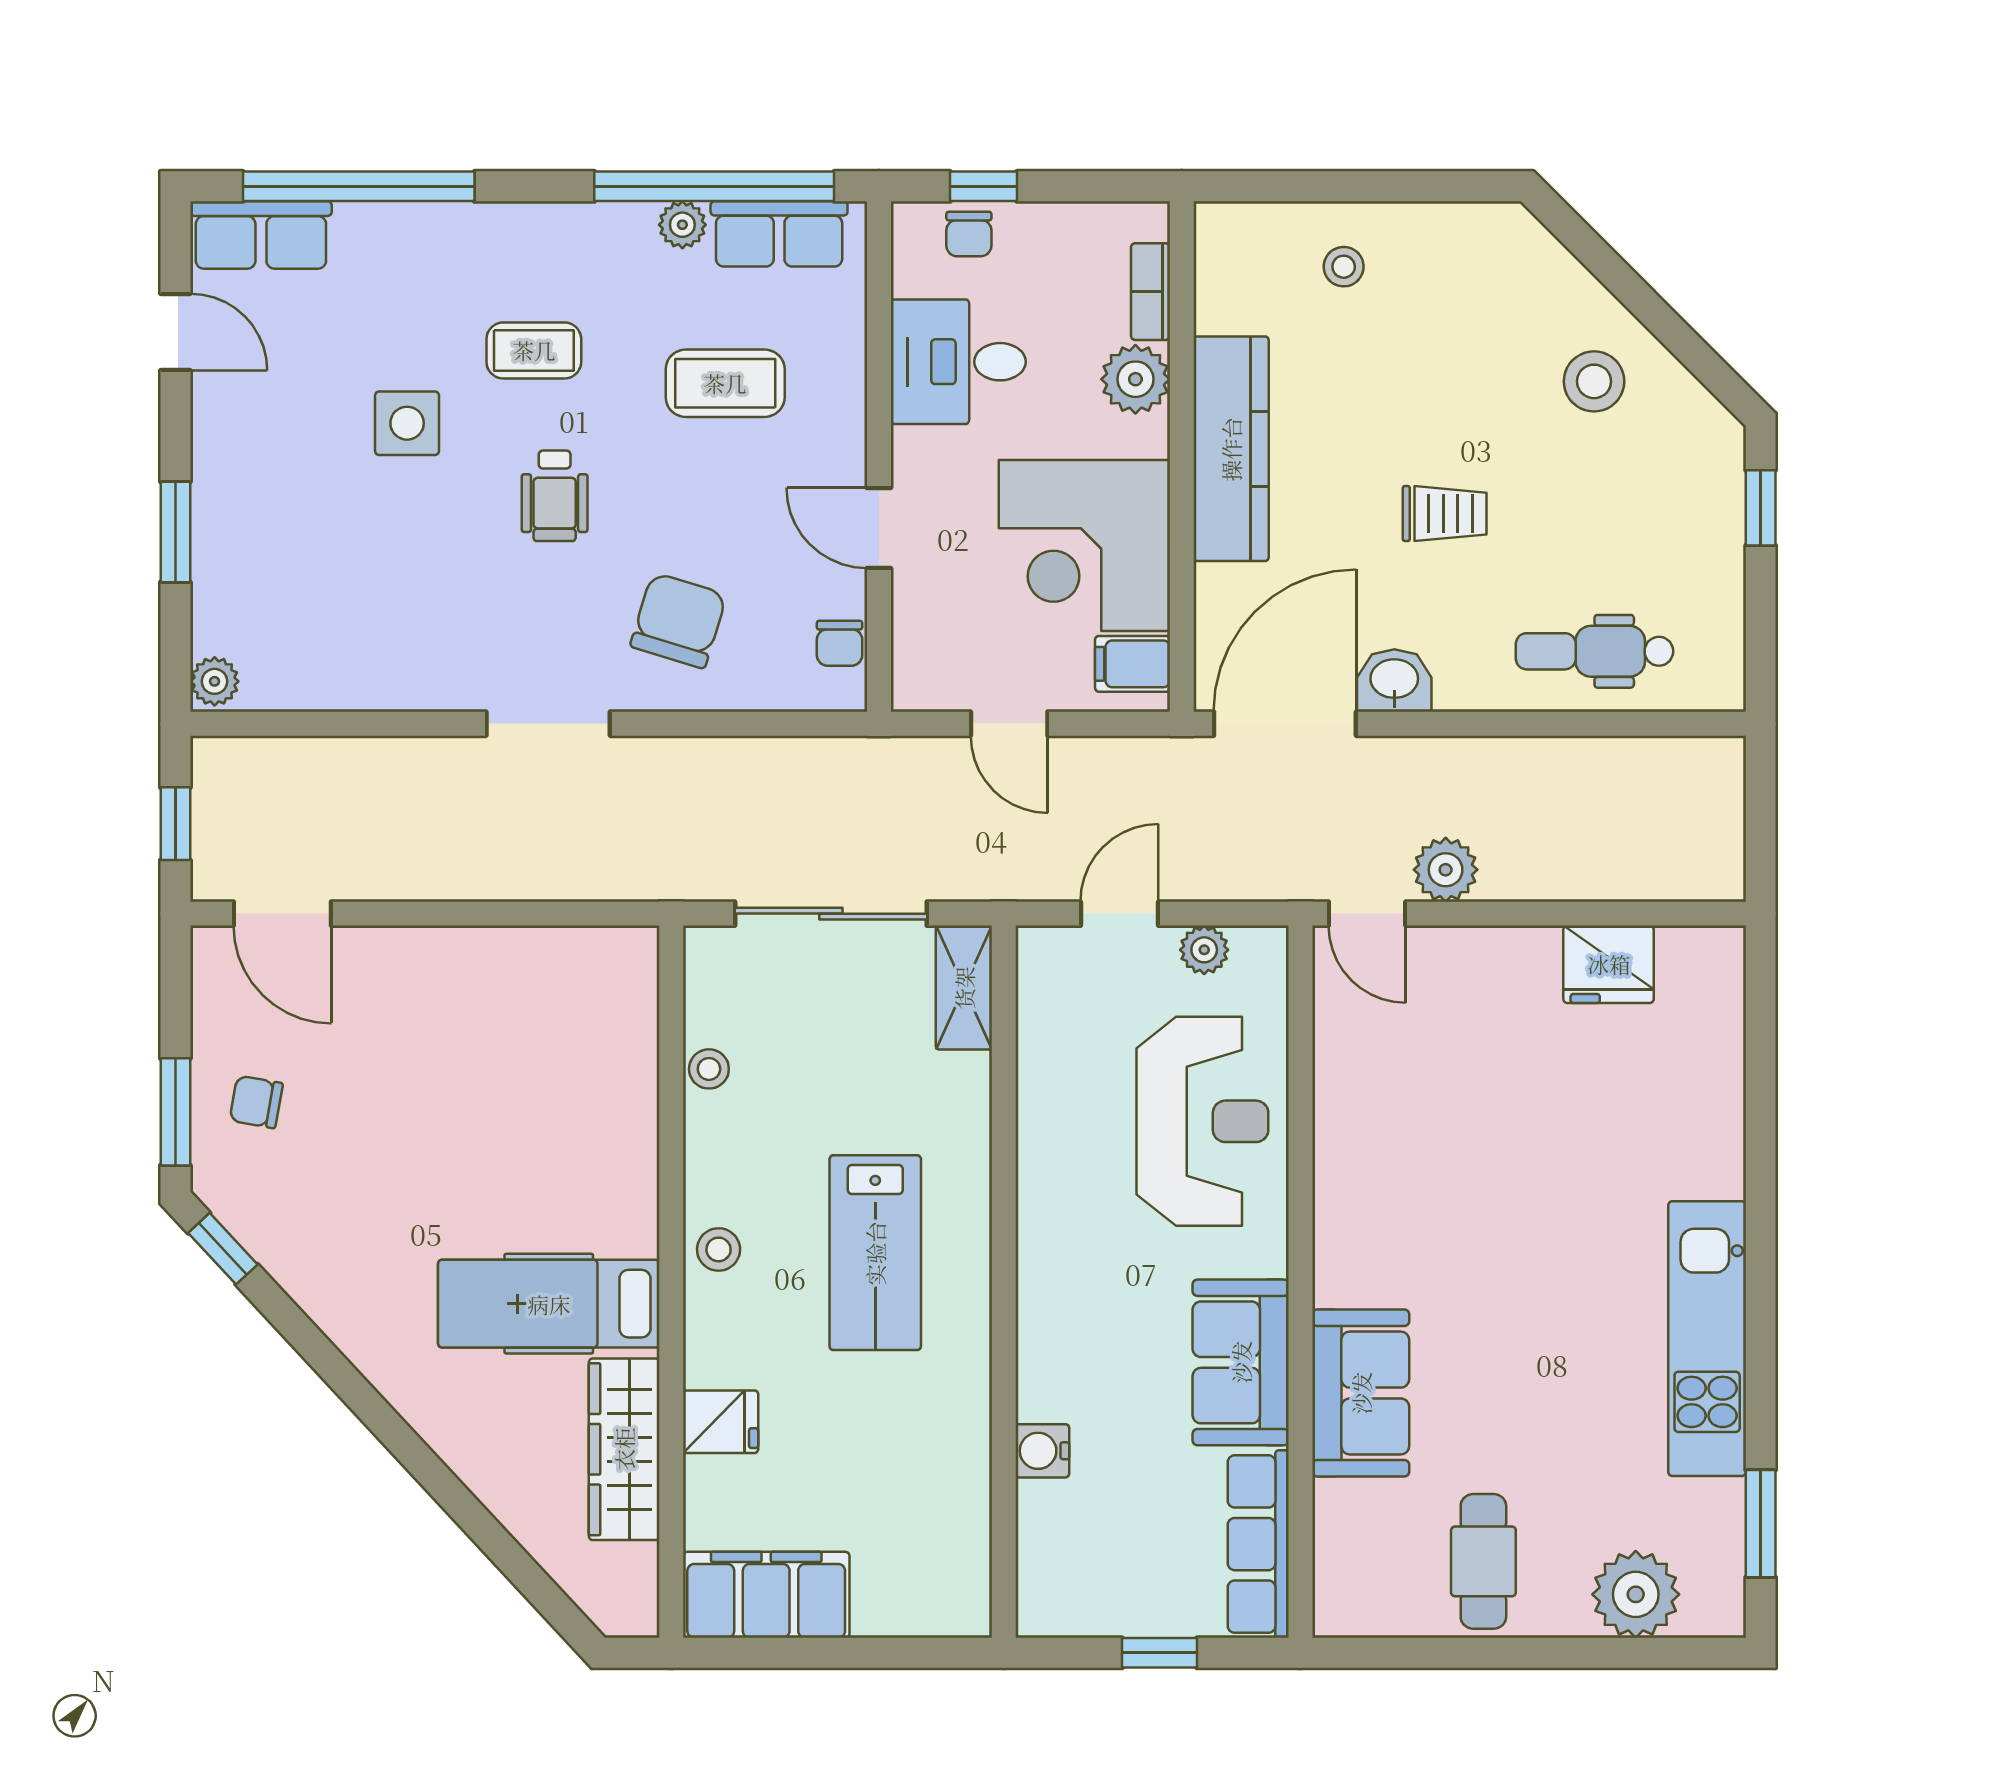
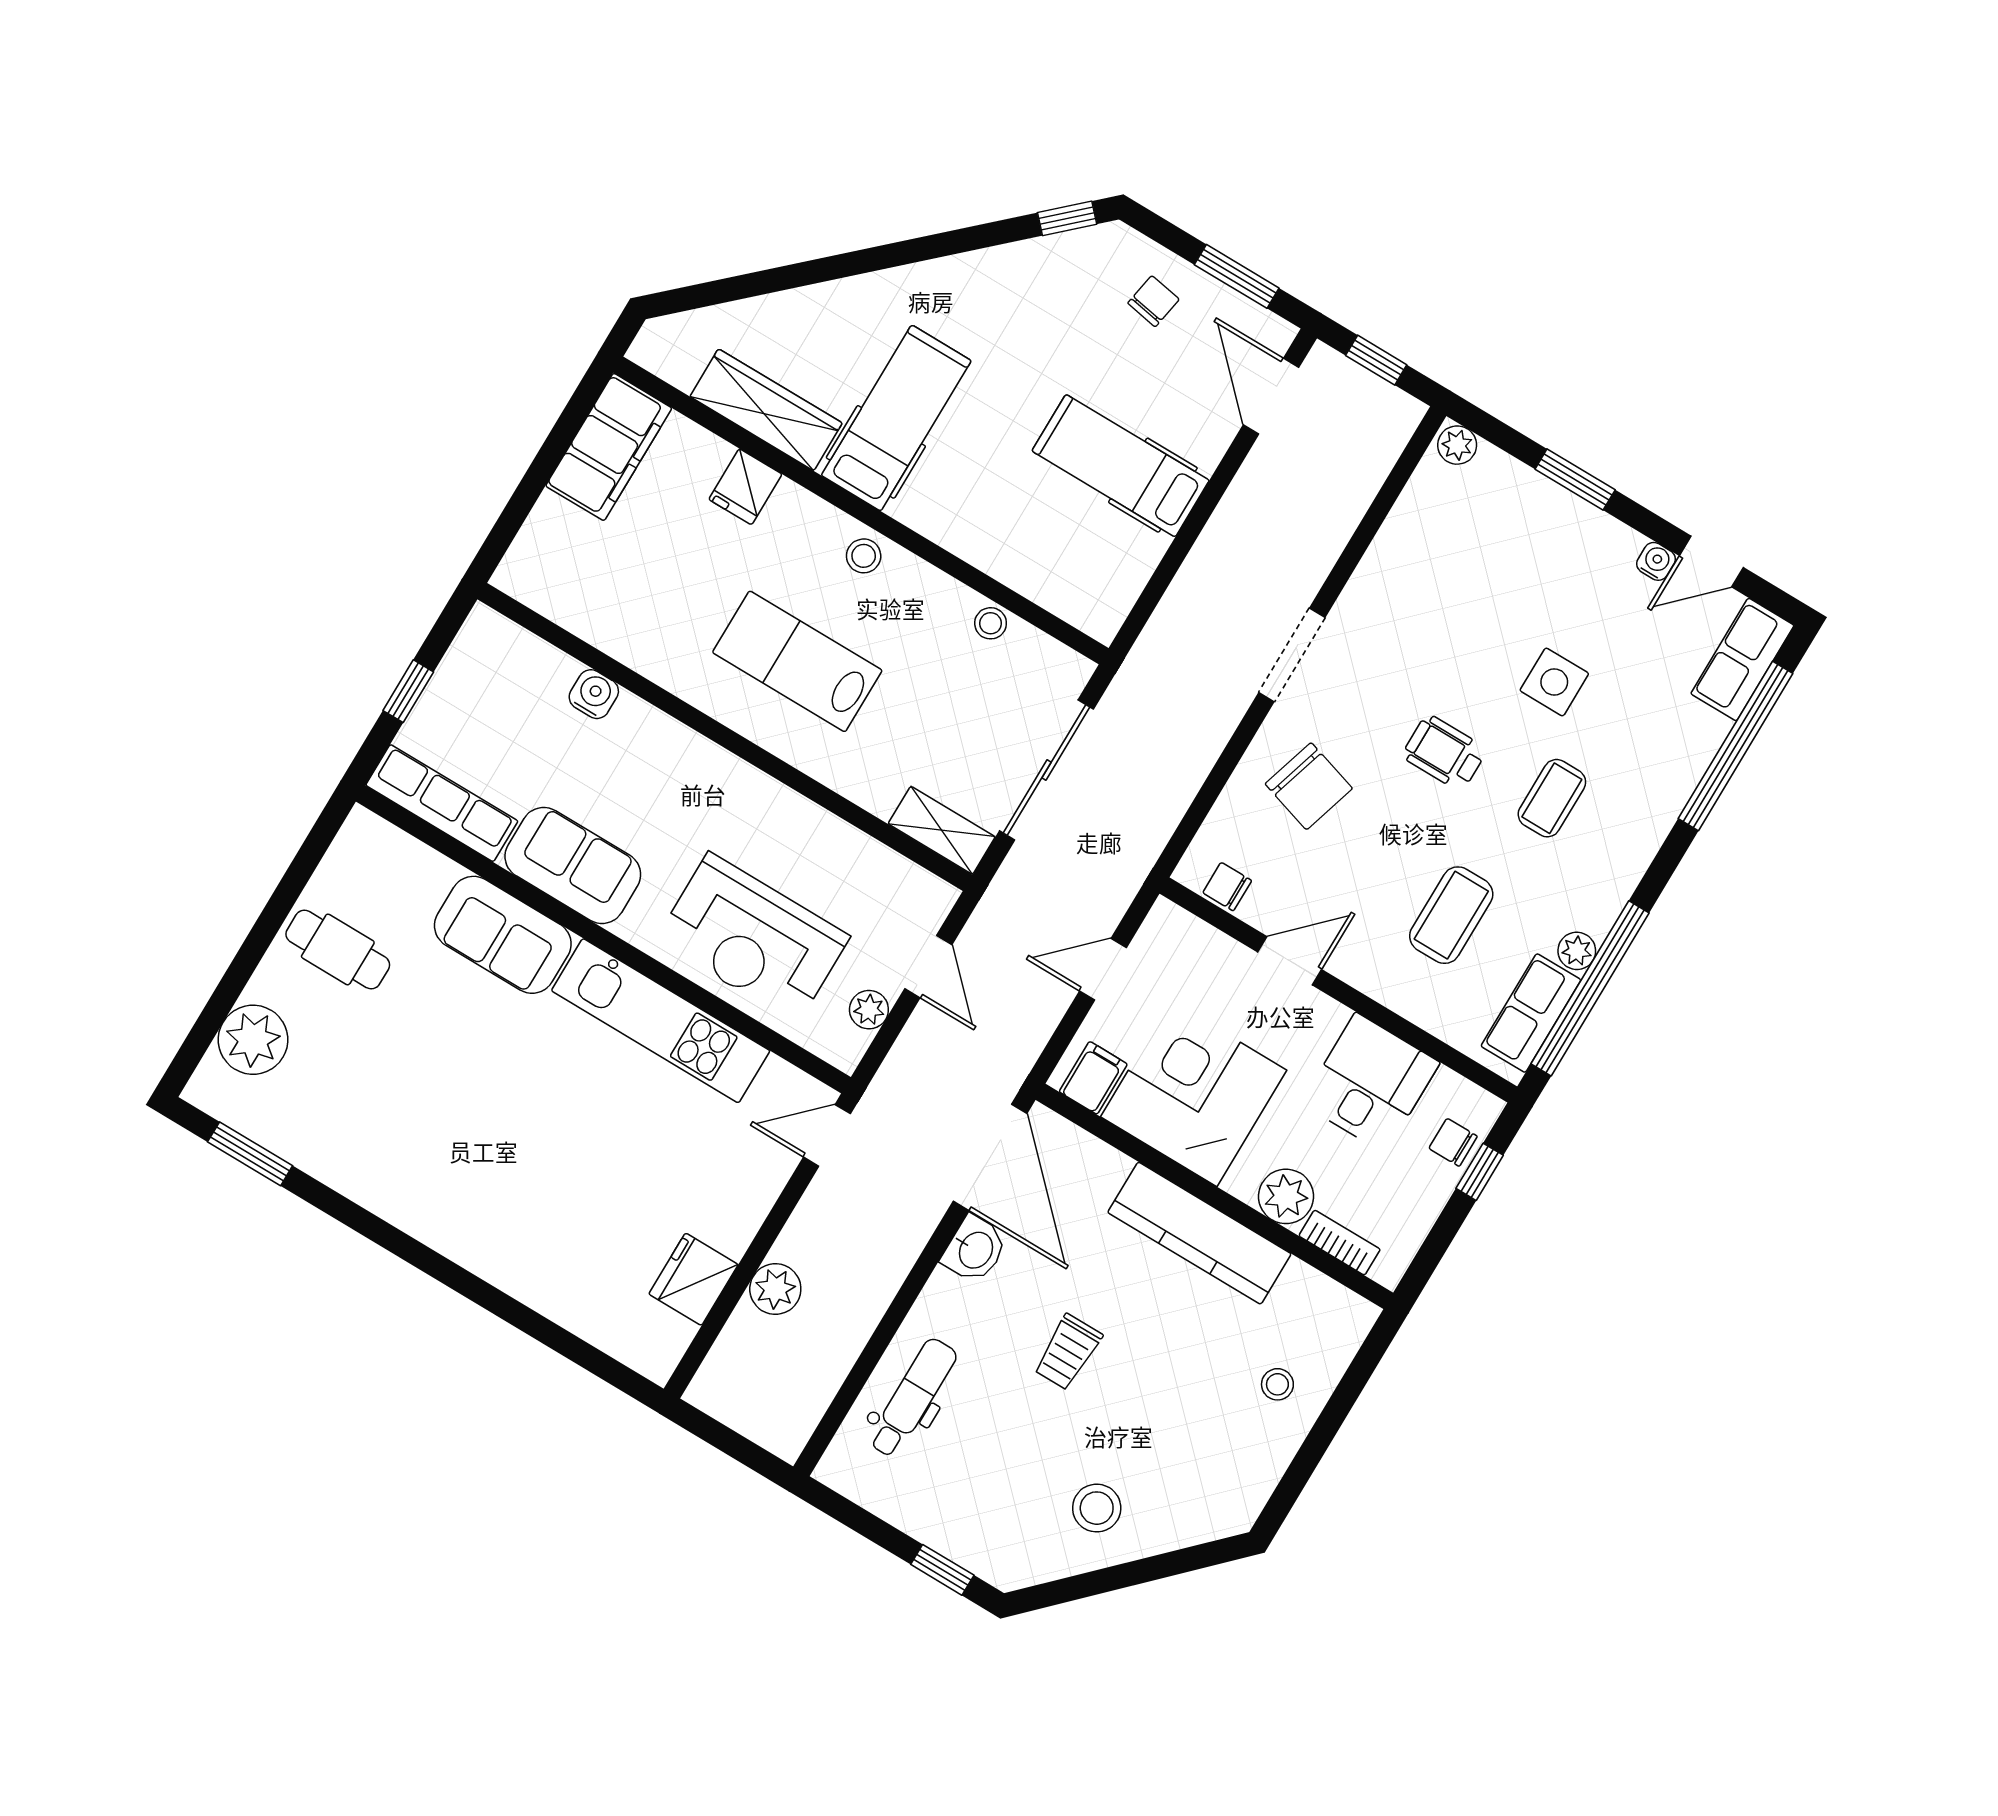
water cooler: (211, 392) -> (1656, 561), added
plant: (1446, 870) -> (775, 1289), moved
door: (282, 914) -> (1271, 396), hinge flipped
hospital bed: (455, 1031) -> (1121, 466), added
window: (175, 1112) -> (1237, 276), moved
kitchen unit: (1707, 1339) -> (661, 1021), moved, turned 180

